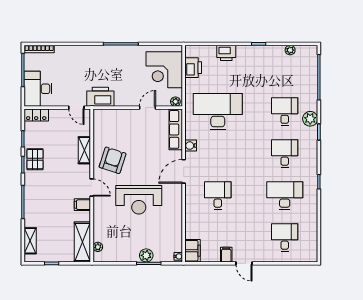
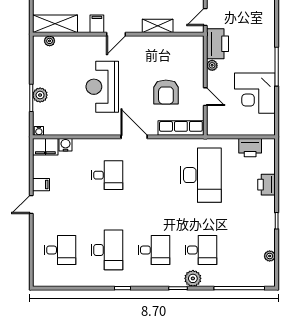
corner desk: (164, 70) -> (255, 93), moved, turned -90
plant: (175, 102) -> (212, 65), moved
water cooler: (191, 146) -> (66, 145), moved
armchair: (113, 160) -> (166, 92), moved, turned 72

